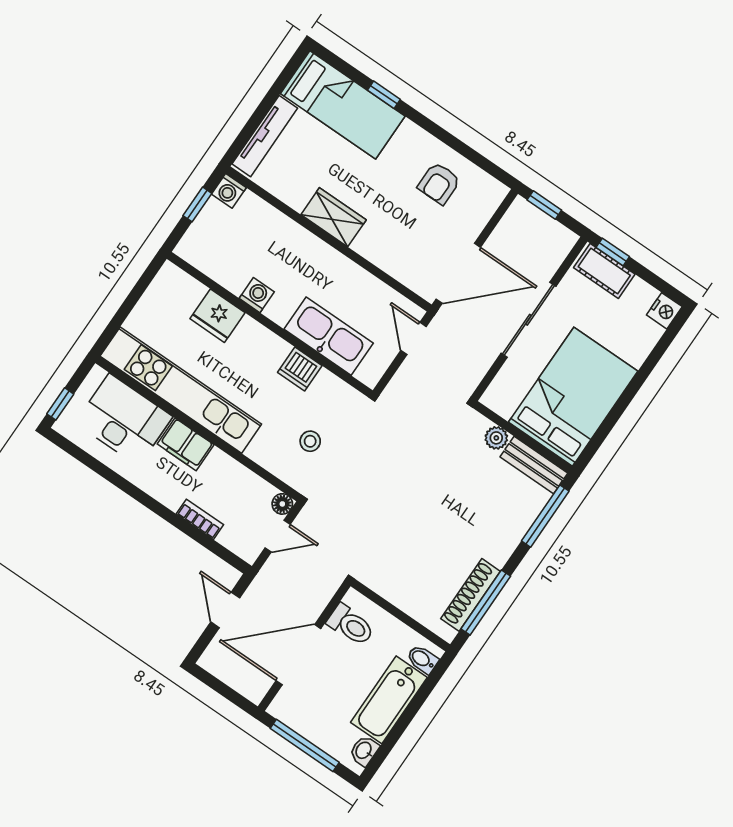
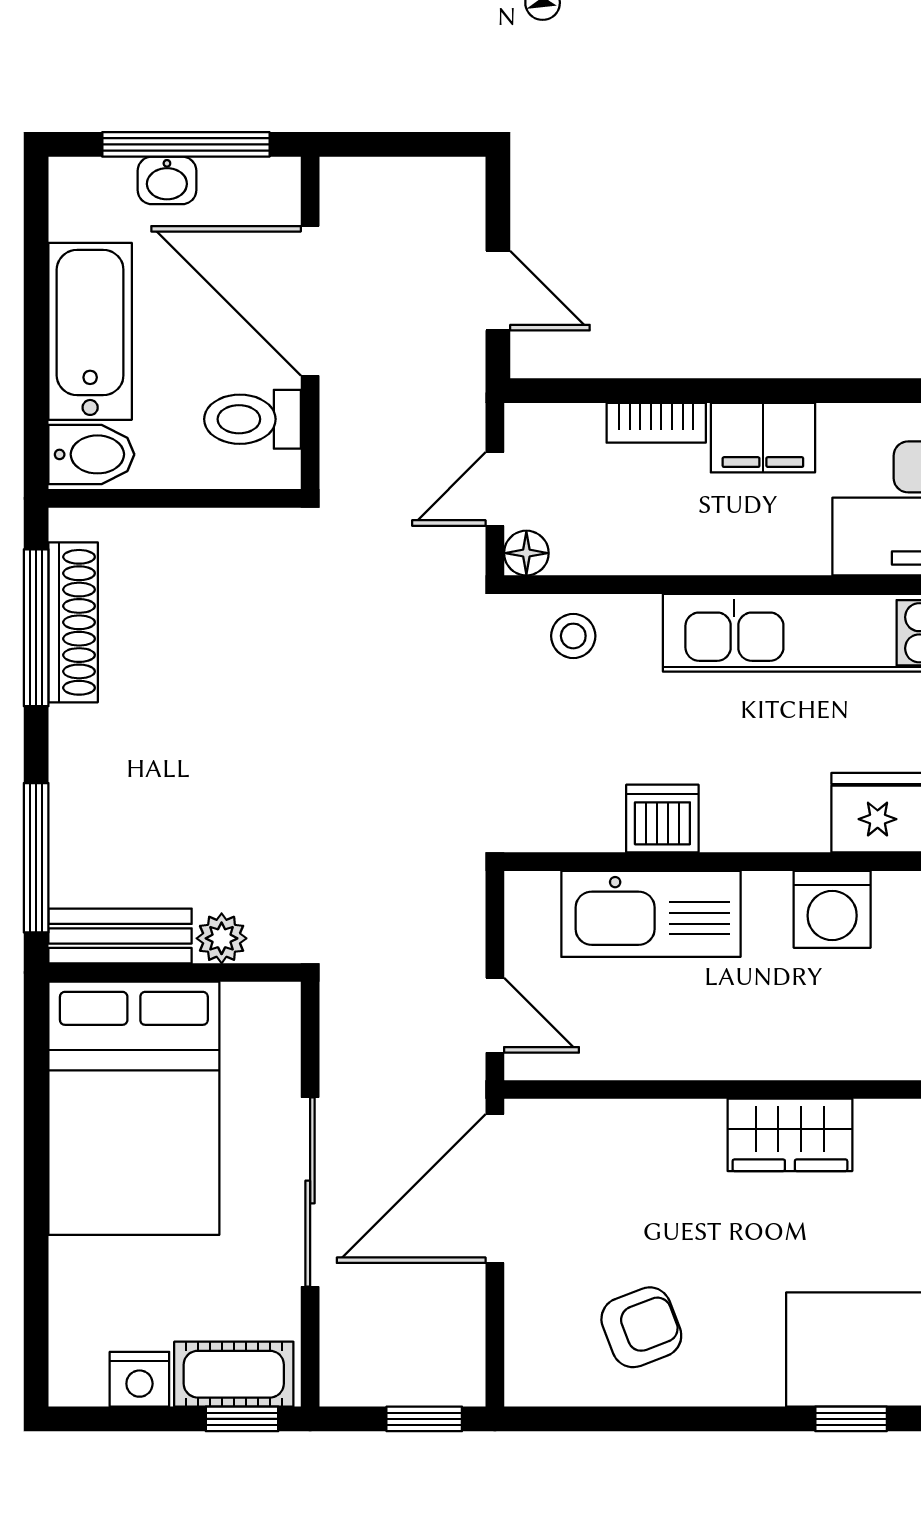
armchair: (439, 183) -> (641, 1327), turned 69
washing machine: (257, 295) -> (832, 909), width x1.38, depth x1.38
nightstand: (664, 311) -> (139, 1379), moved, turned -90
stool: (310, 441) -> (573, 636), moved
filing cabinet: (186, 444) -> (763, 438), moved, turned 180
door: (298, 655) -> (310, 301), swing flipped
bidet: (422, 659) -> (91, 454), width x1.38, depth x1.36
washbasin: (364, 751) -> (167, 180), moved, turned 90

